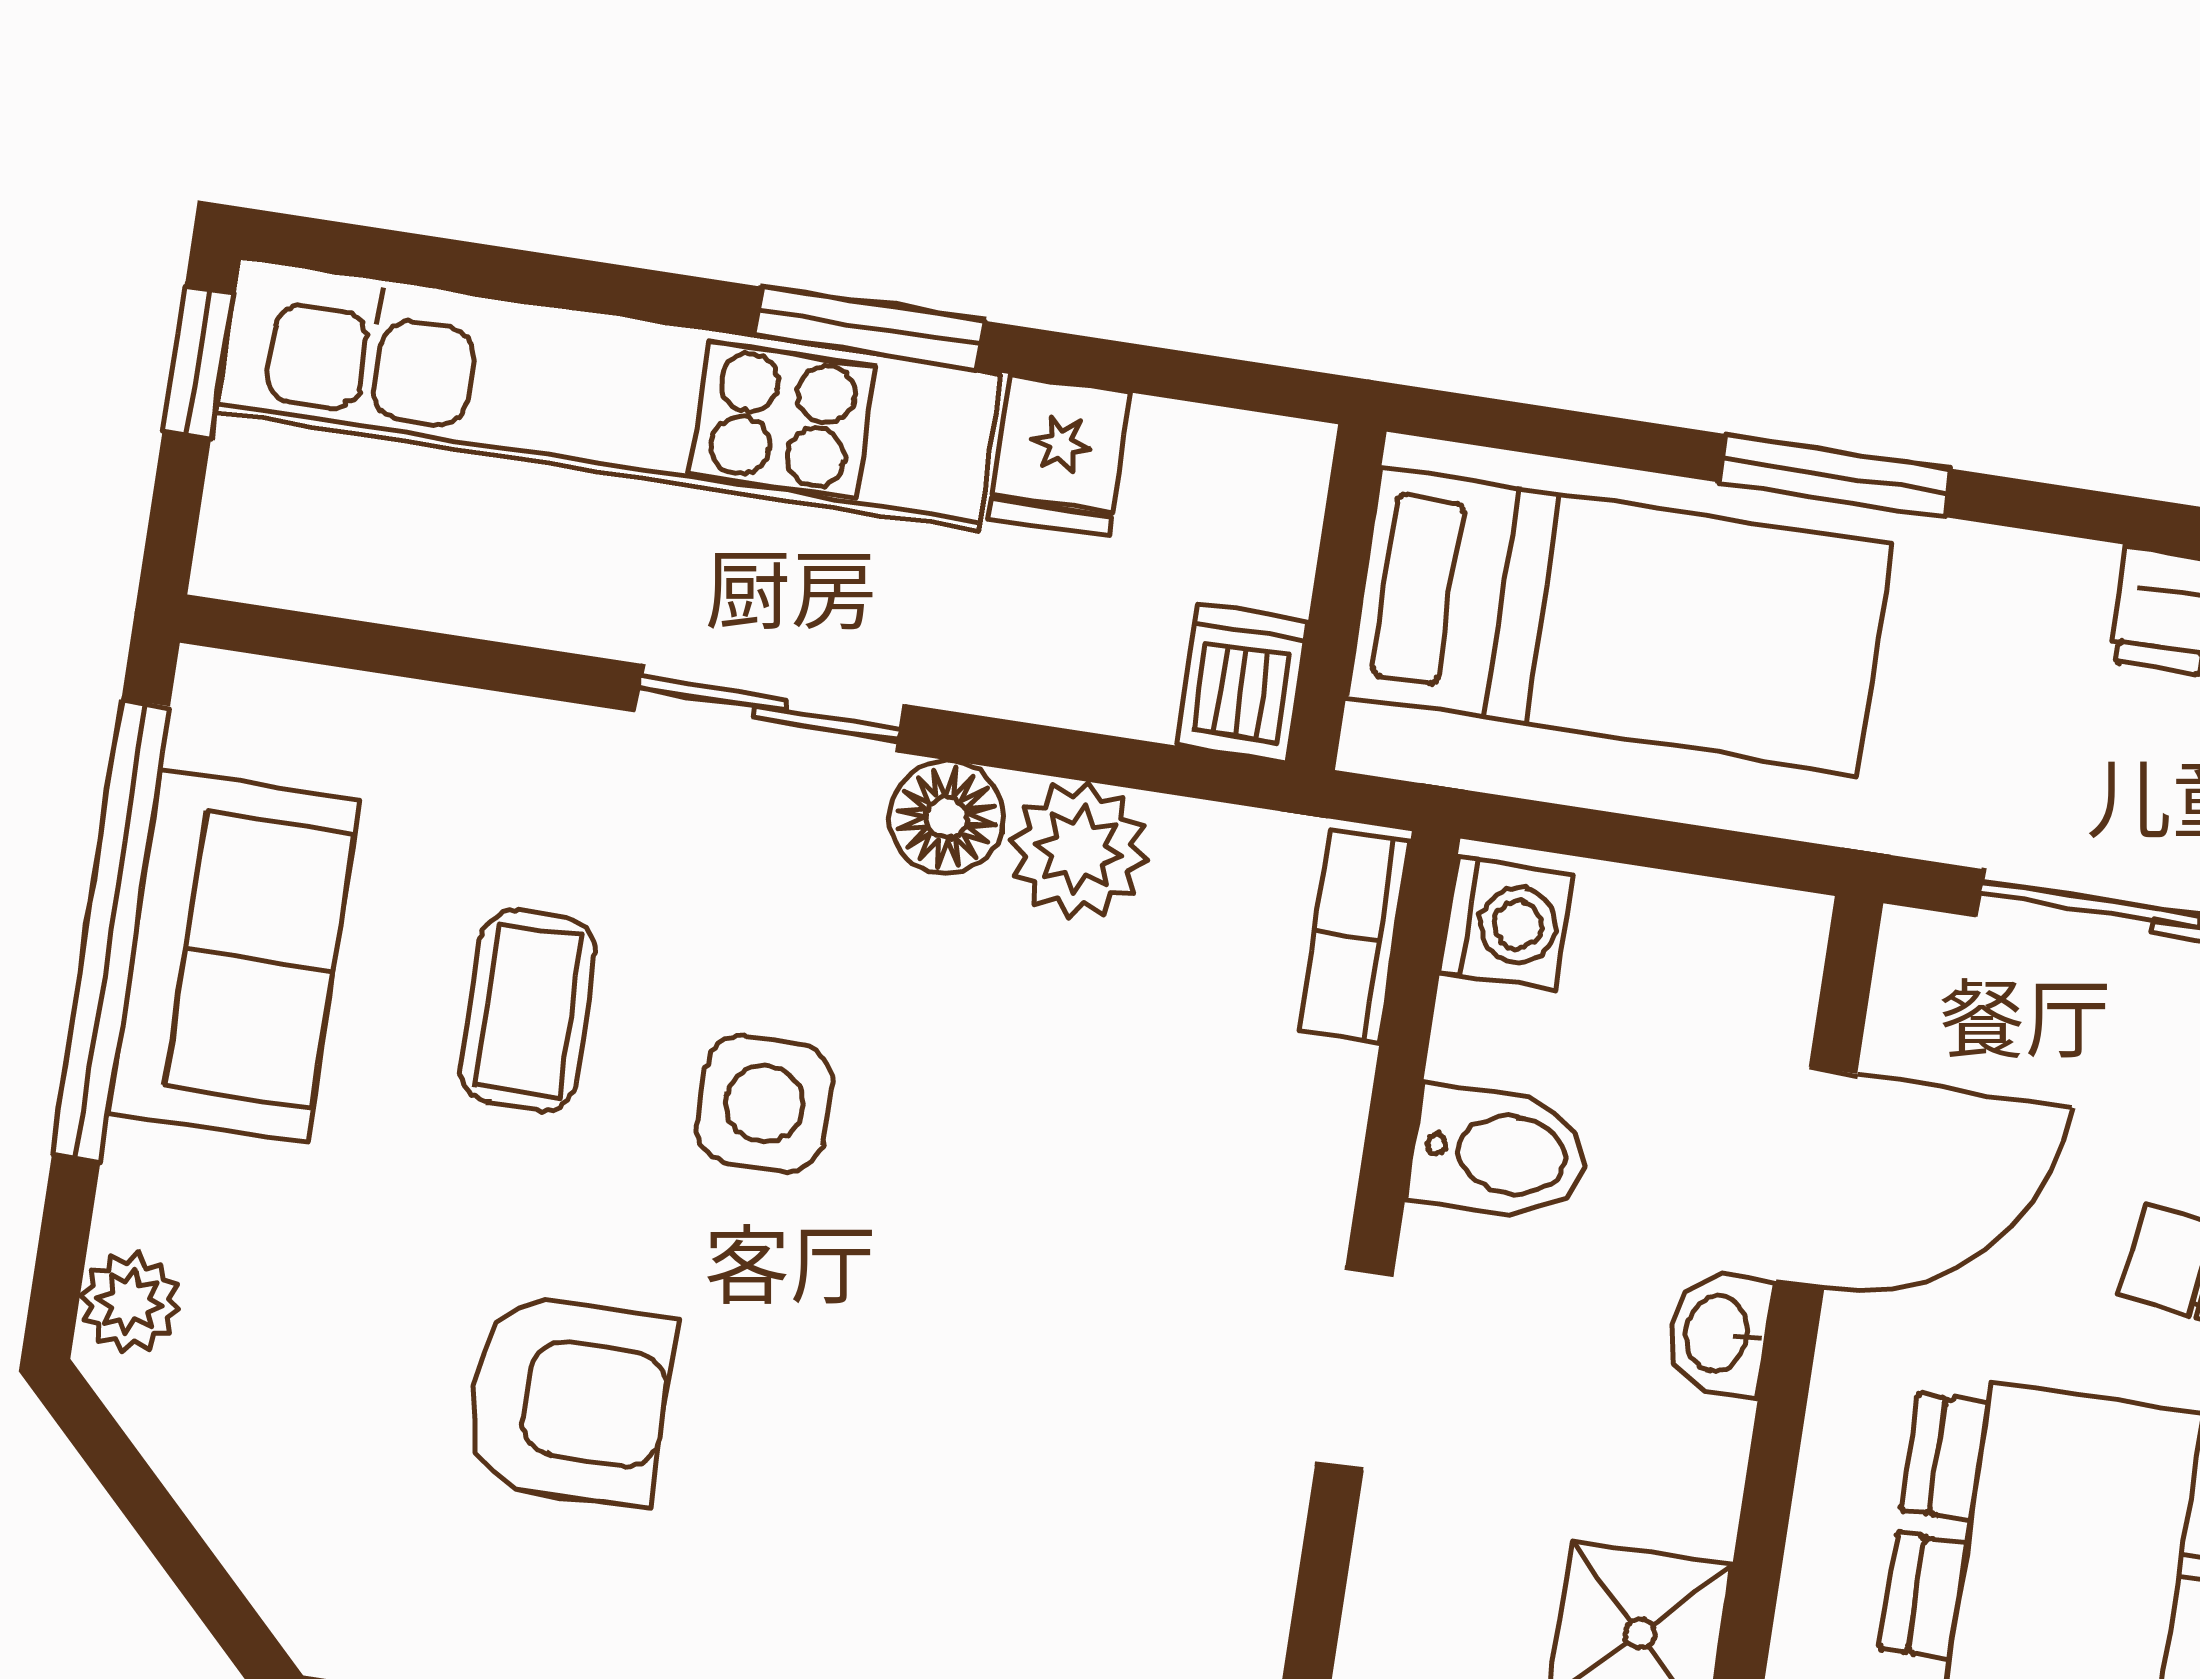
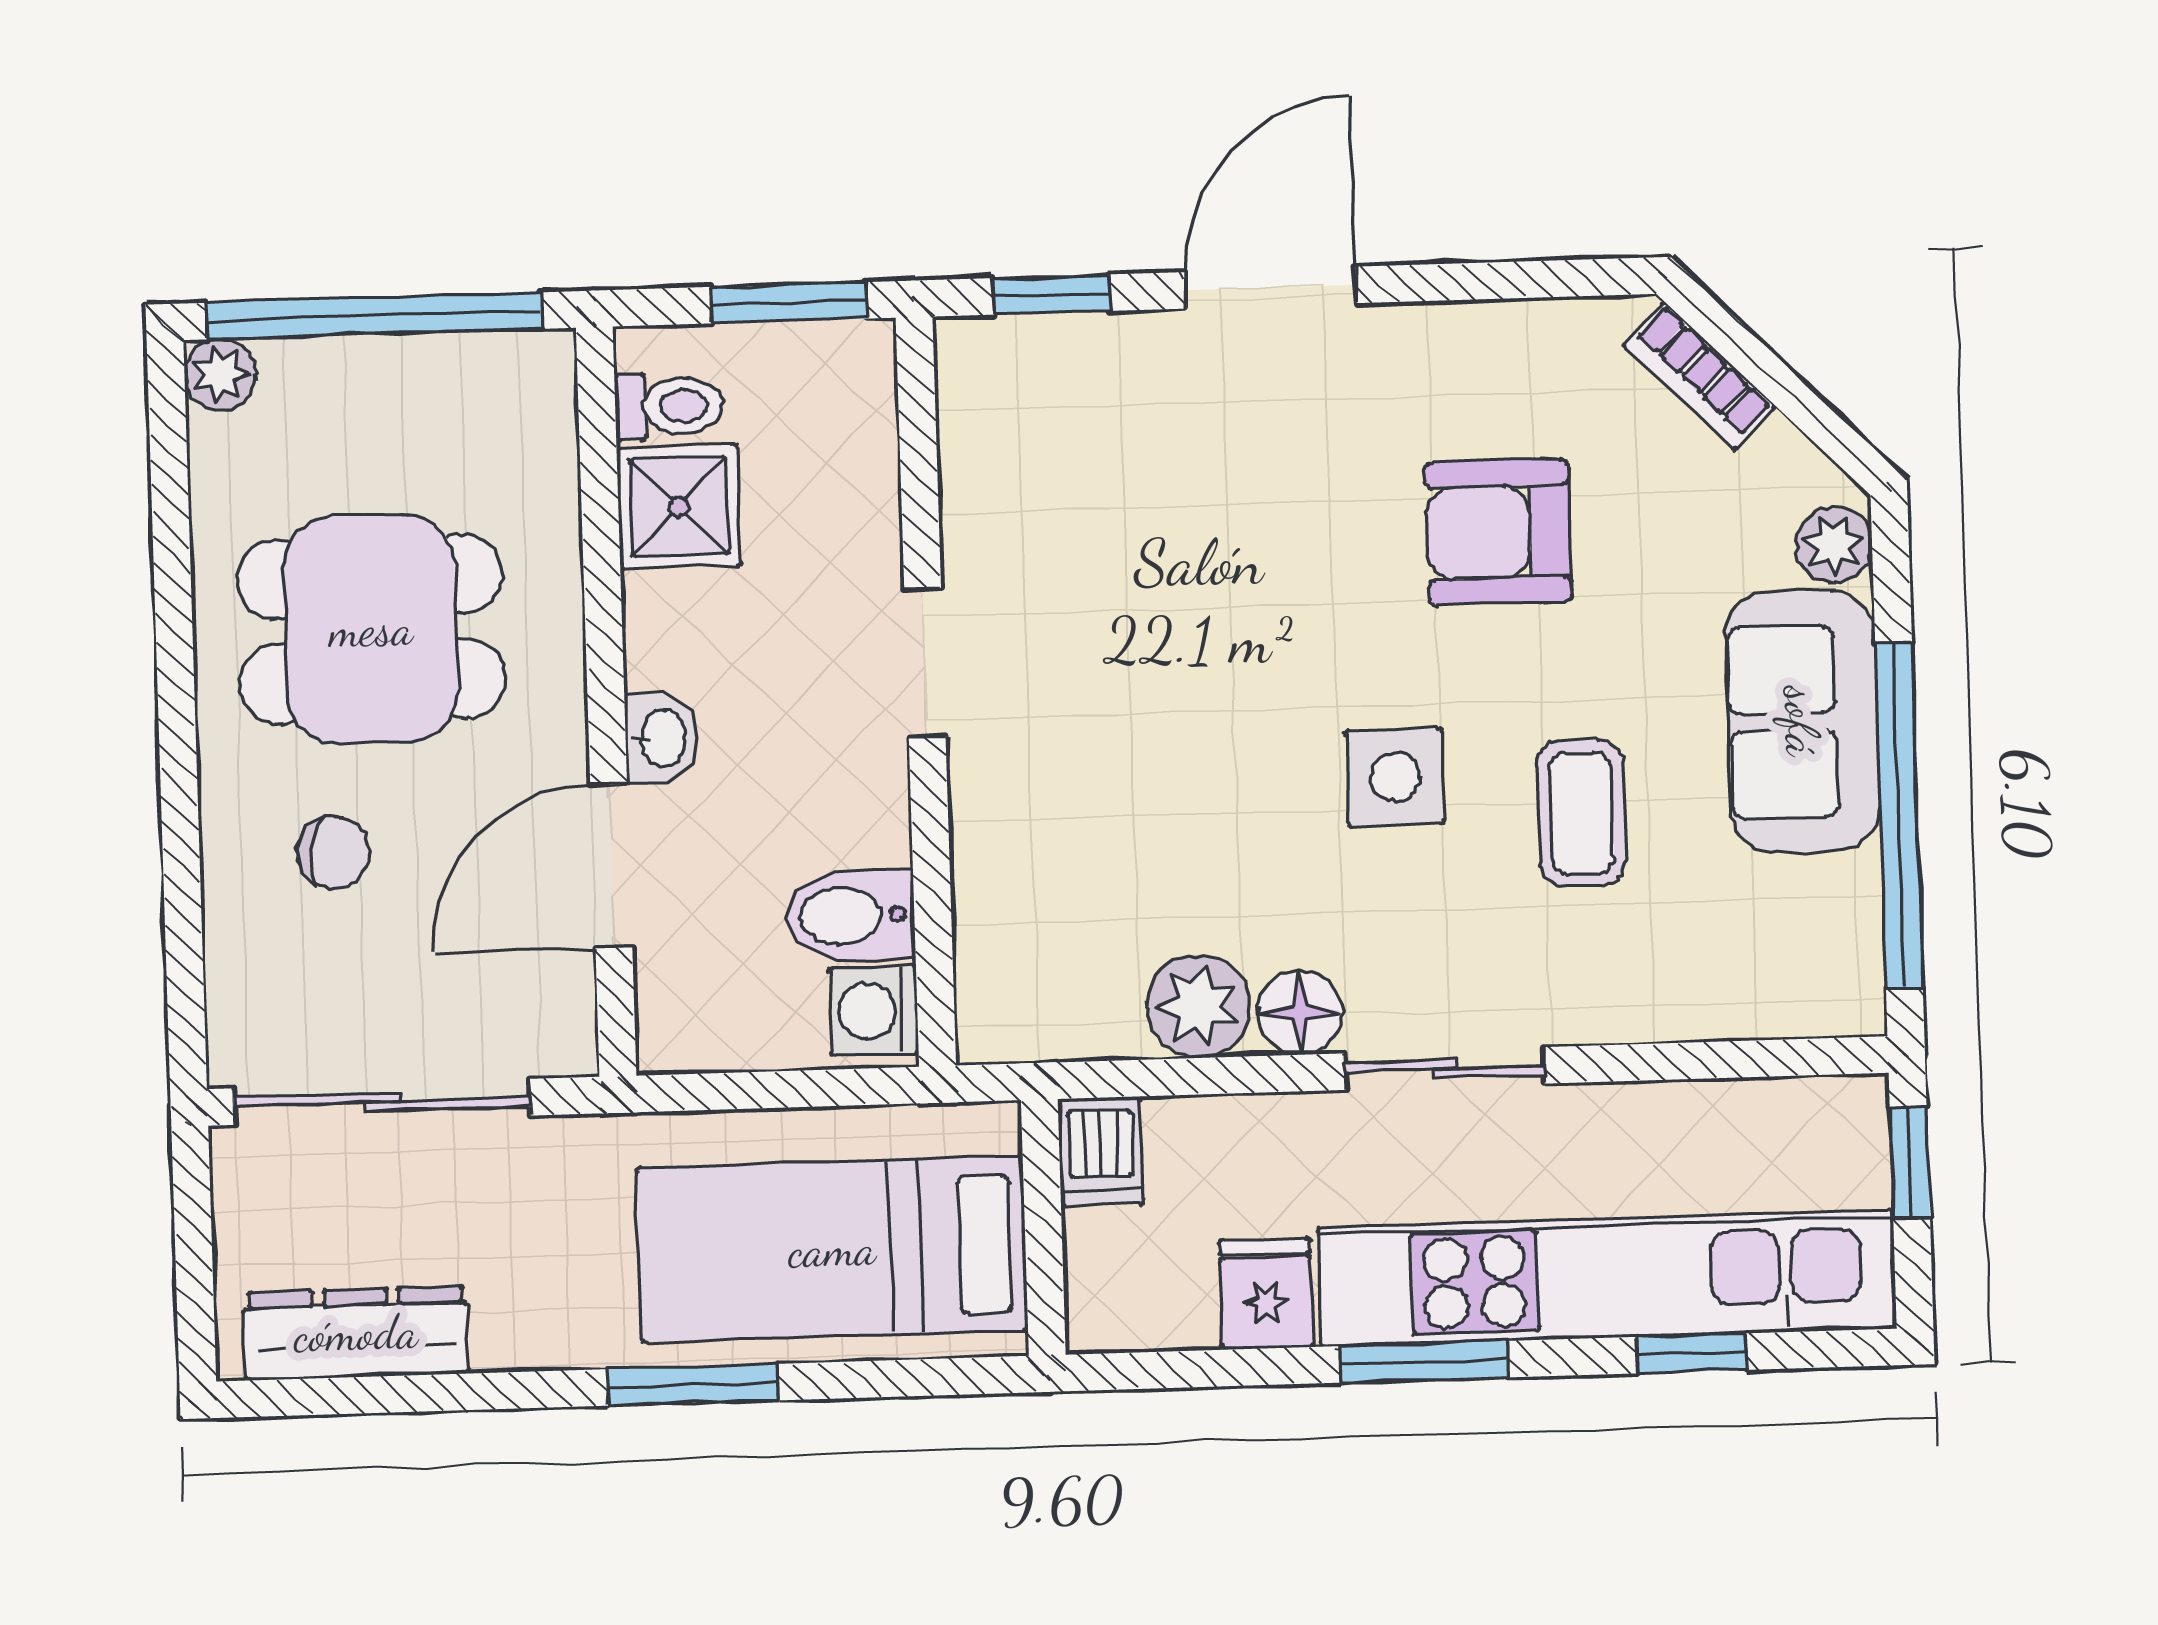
window: (515, 274) -> (1692, 1353), added
window: (198, 362) -> (1910, 1163), moved
bookcase: (1355, 936) -> (1699, 376), moved, turned 135
sofa: (234, 956) -> (1802, 721), moved
bidet: (1500, 1153) -> (850, 916), moved

